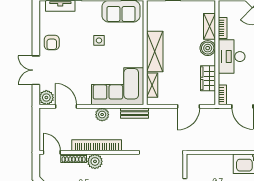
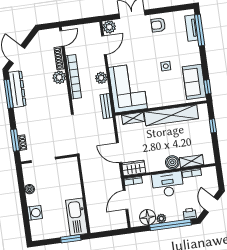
shelving: (155, 51) -> (171, 115), width x1.47
wardrobe: (208, 78) -> (134, 168), moved

